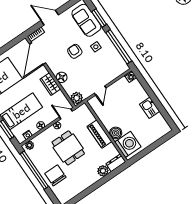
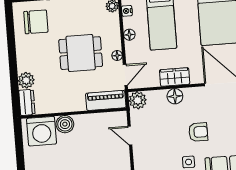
piano: (99, 134) -> (106, 100), moved
chair: (55, 175) -> (36, 22), moved

